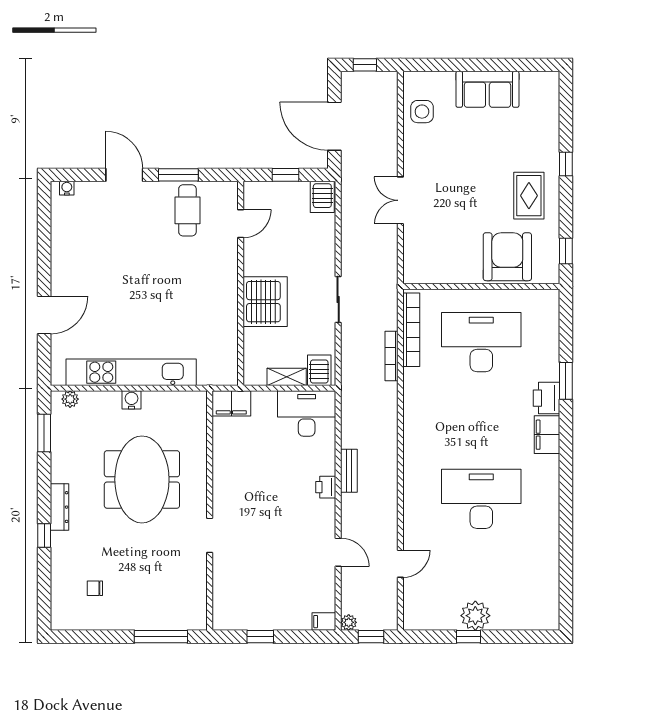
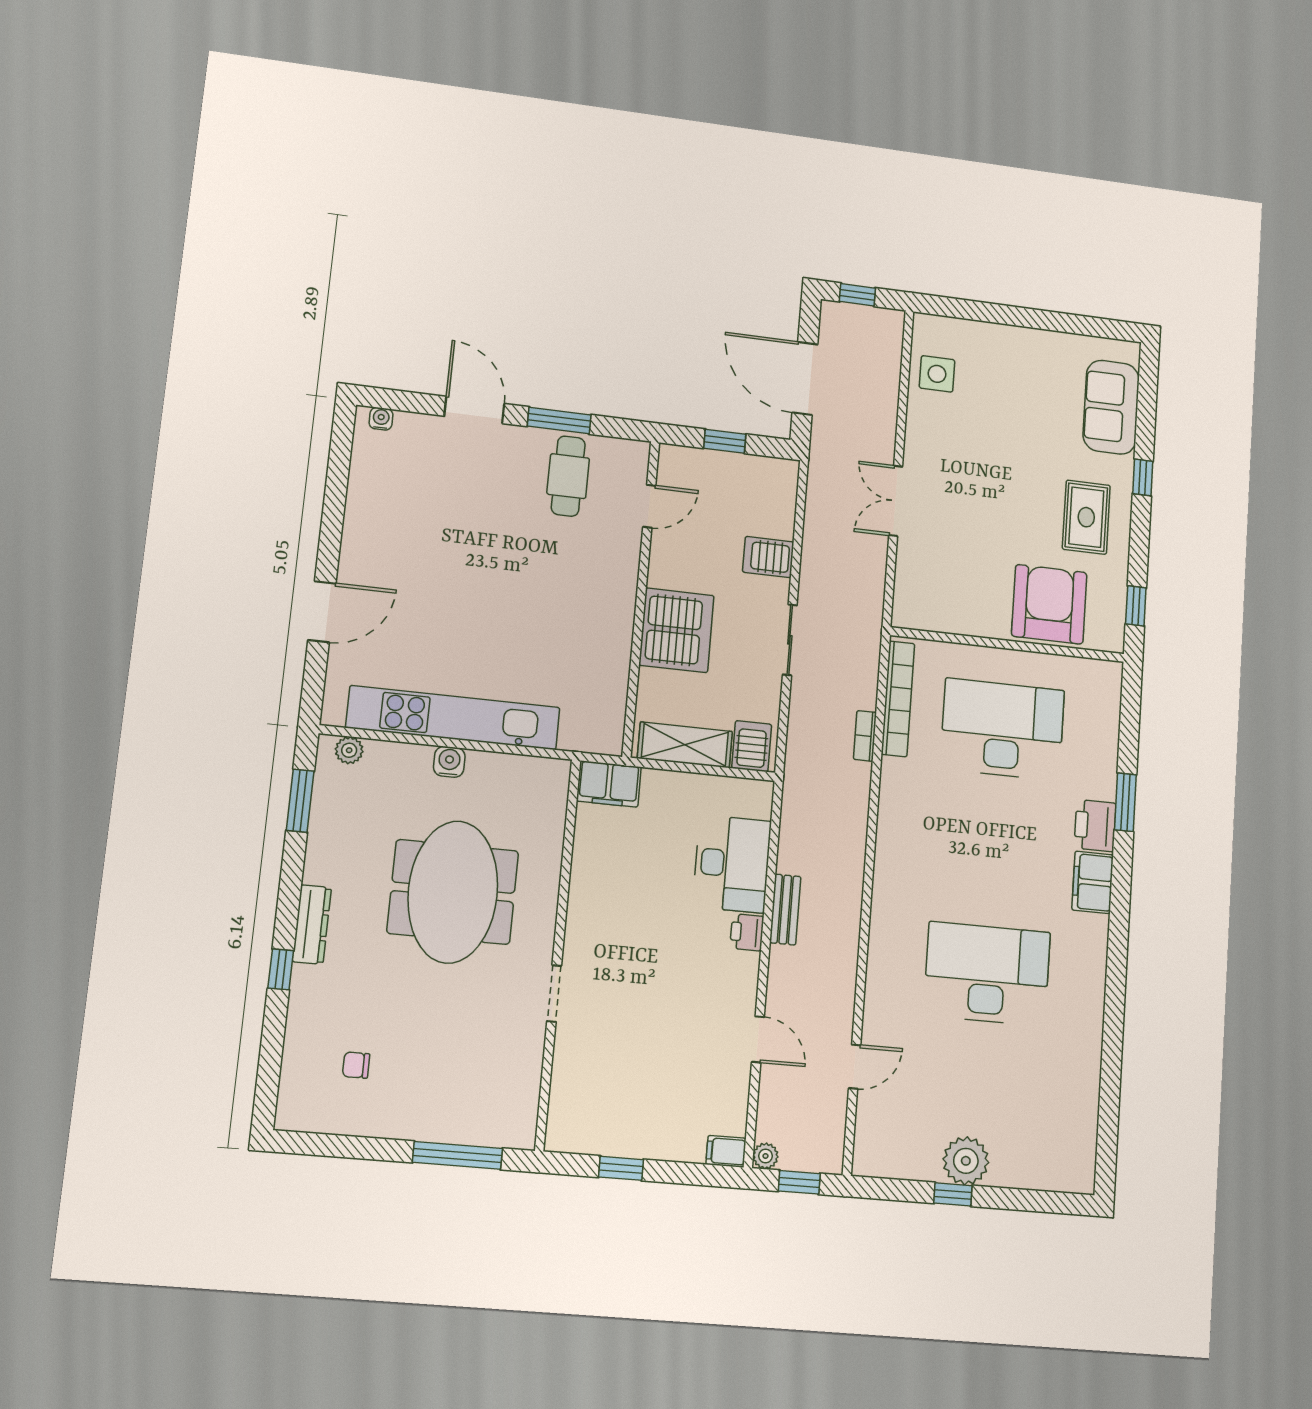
sofa: (487, 89) -> (1111, 407), moved, turned 90
server rack: (322, 197) -> (768, 557), moved, turned 90
bookcase: (392, 356) -> (865, 736), width x0.64
shelving: (287, 377) -> (685, 745), width x1.50, depth x1.33
desk: (307, 413) -> (732, 864), moved, turned 90

